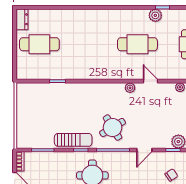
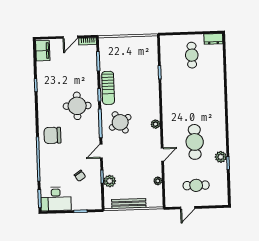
cafe table: (39, 44) -> (192, 55), width x0.73, depth x0.74
plant: (130, 88) -> (155, 124), moved
door: (144, 150) -> (101, 151), hinge flipped

